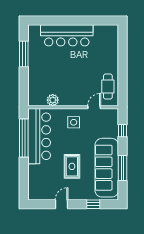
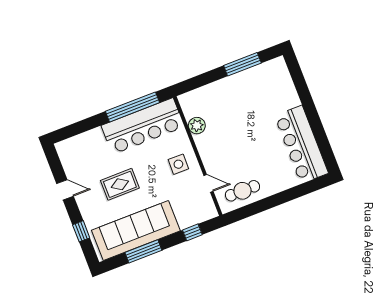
bar counter: (67, 35) -> (301, 144), moved

